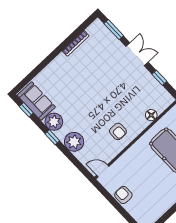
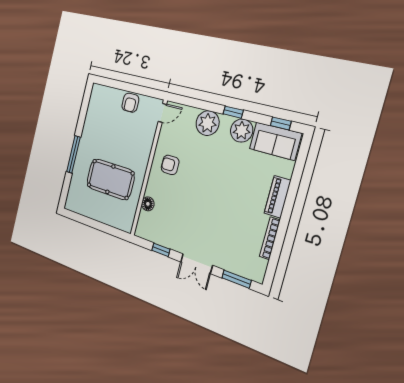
piano: (55, 66) -> (278, 197), added
armchair: (123, 195) -> (130, 103), turned 90

